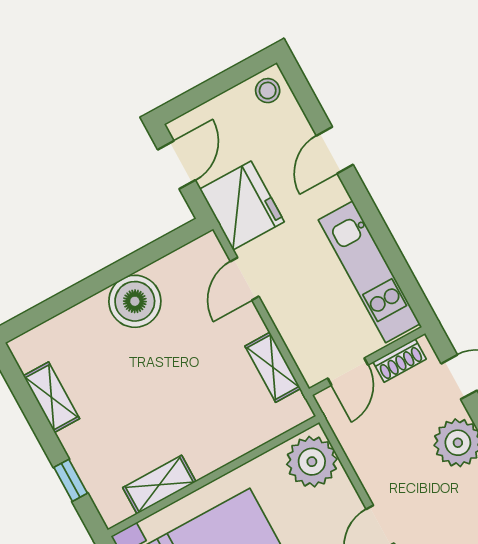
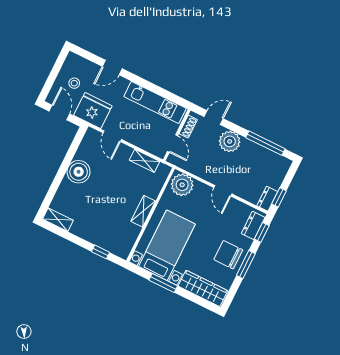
stool: (268, 91) -> (74, 83), moved
door: (335, 150) -> (112, 68), hinge flipped
shelving: (51, 397) -> (58, 220), moved
shelving: (159, 485) -> (143, 211), moved

